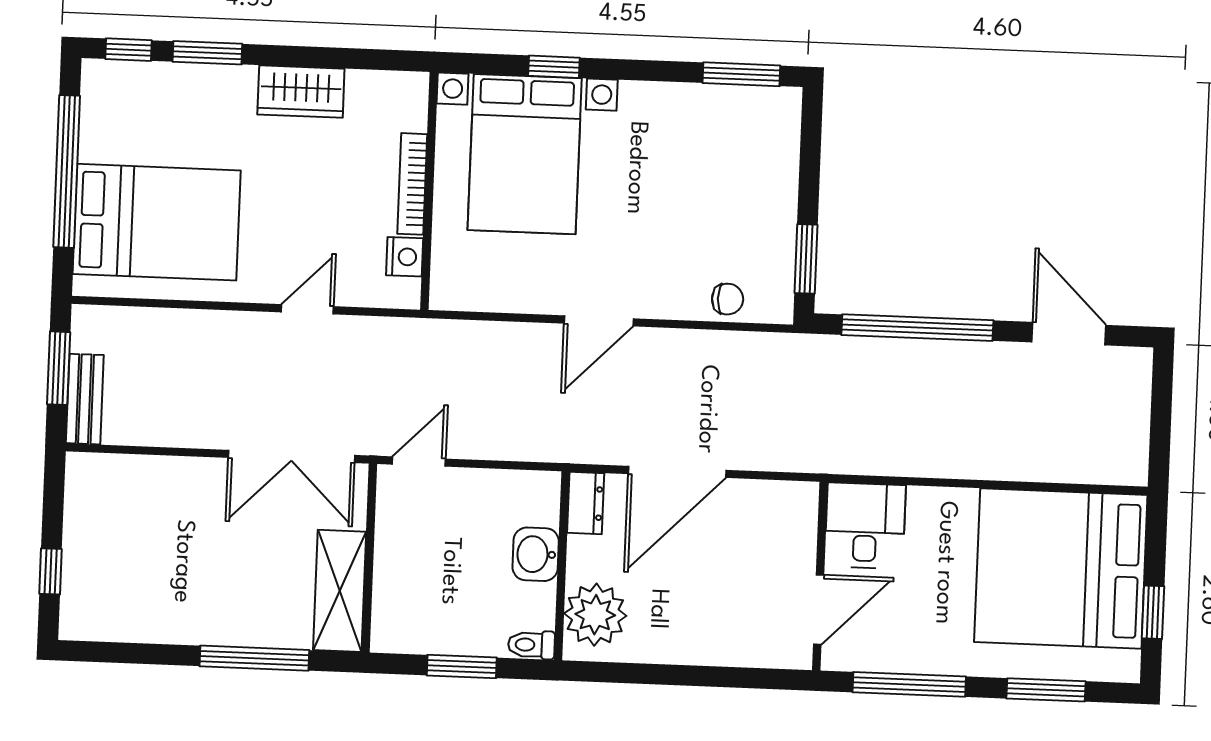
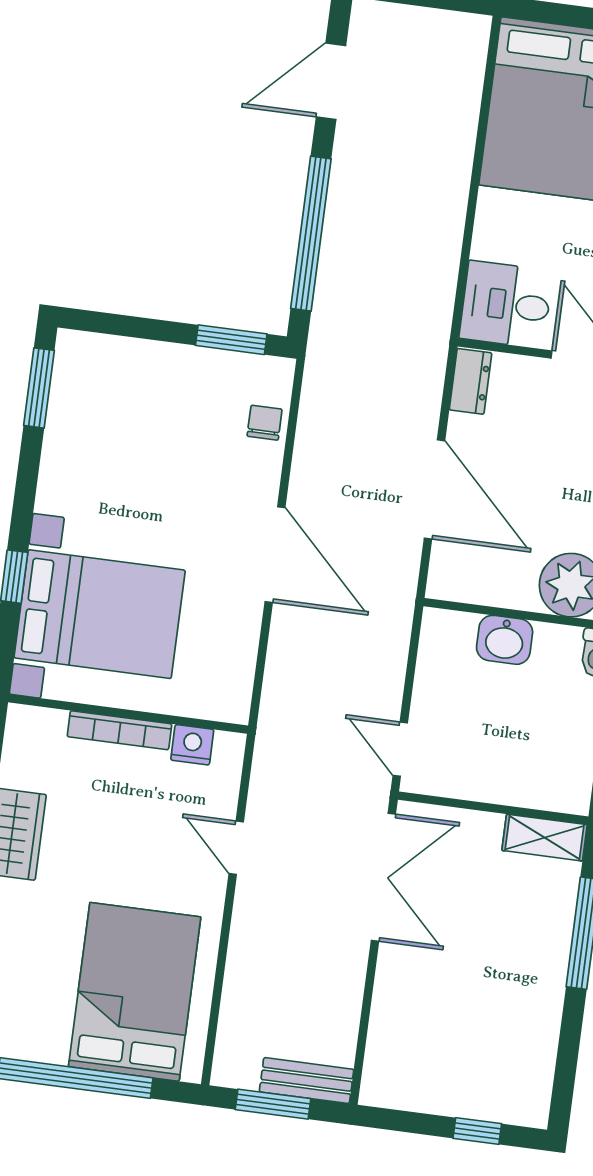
door: (599, 321) -> (275, 555), width x1.36
dresser: (586, 503) -> (470, 381), moved, turned 90
shelving: (340, 591) -> (545, 838), width x0.67, depth x0.75

